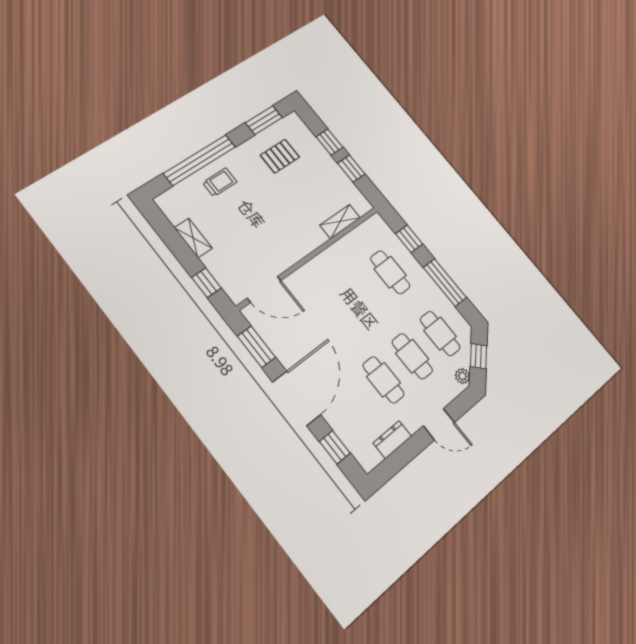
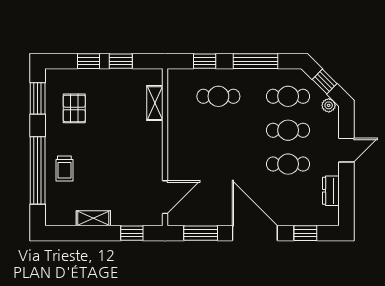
trolley: (220, 182) -> (64, 169), turned 180

